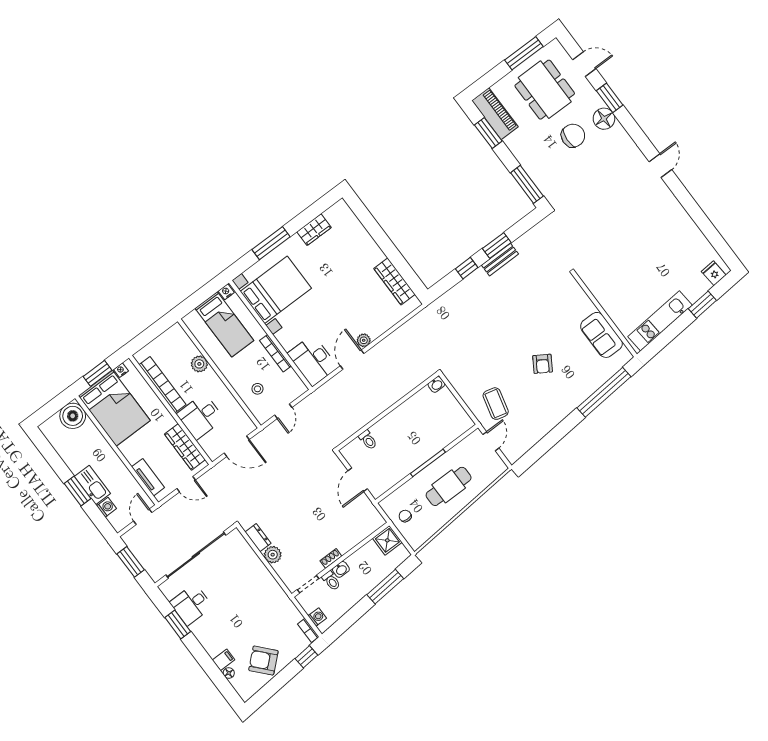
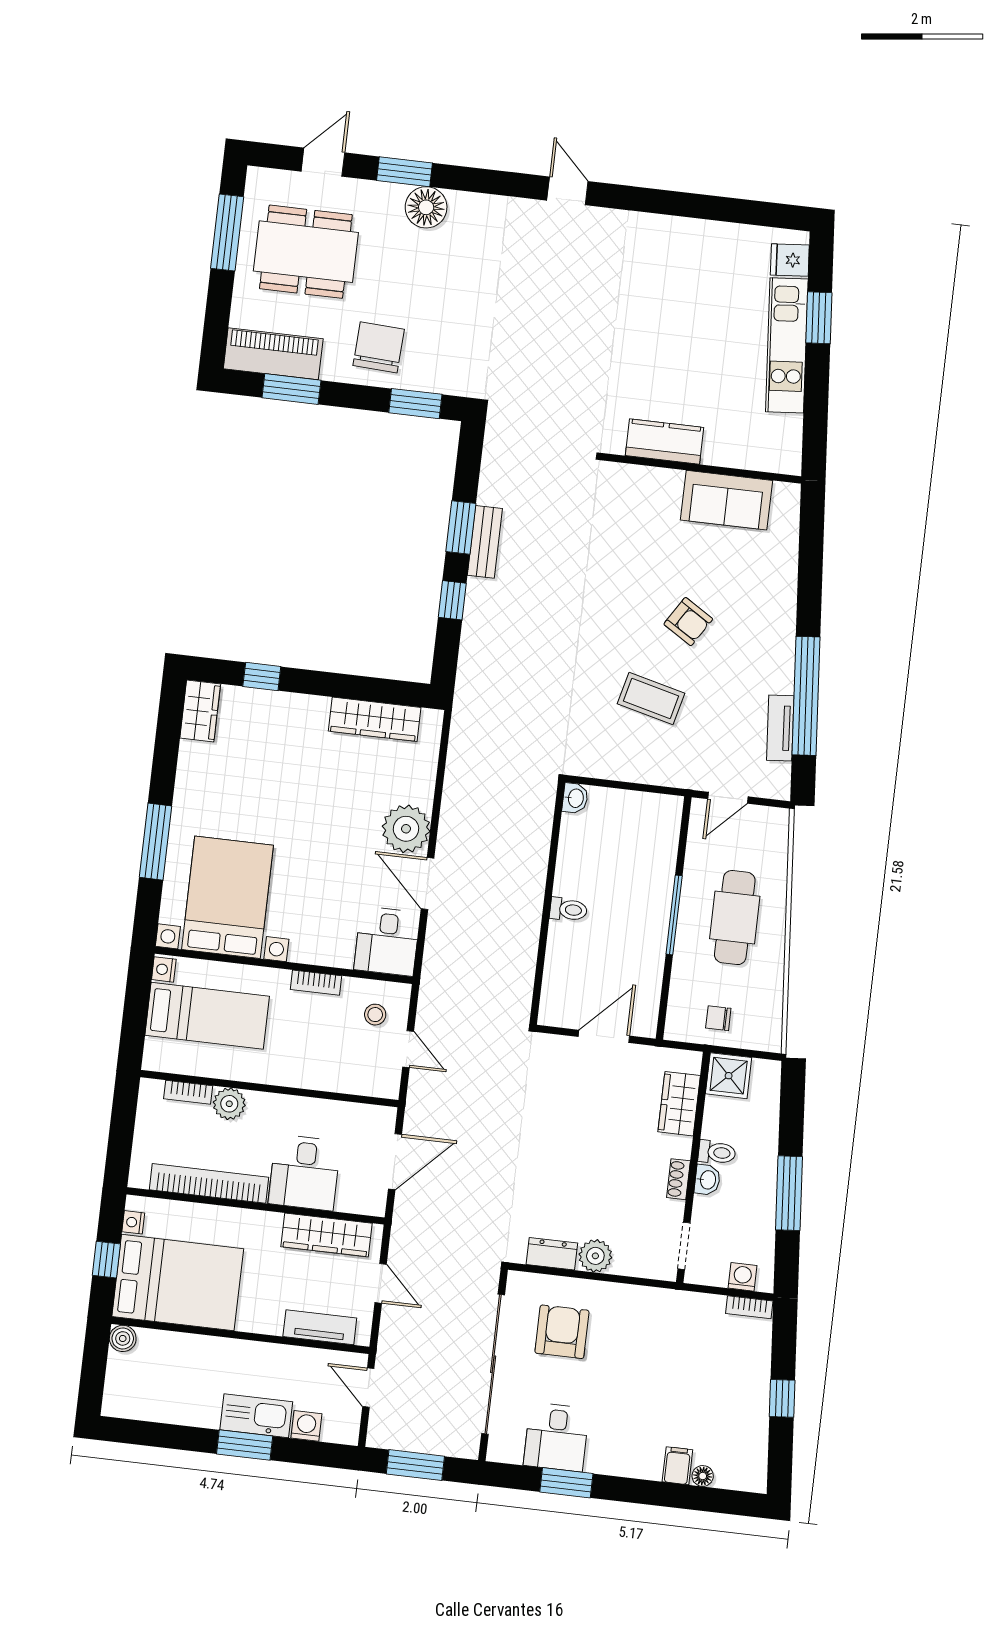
chair: (573, 136) -> (379, 347), moved
window: (527, 184) -> (415, 404), width x0.69
window: (370, 224) -> (262, 676), added
wardrobe: (314, 230) -> (200, 711), moved
kitchen counter: (601, 291) -> (664, 442), added
kitchen unit: (660, 321) -> (787, 345), moved
plant: (364, 340) -> (406, 829), width x1.88, depth x1.88
bookcase: (189, 344) -> (188, 1092), added
bookcase: (275, 353) -> (316, 983), width x0.64
desk: (313, 360) -> (387, 941), width x0.73
window: (97, 373) -> (106, 1260), width x0.67
stool: (257, 389) -> (375, 1015), moved
window: (604, 392) -> (806, 696), moved
coffee table: (496, 404) -> (651, 699), moved
boiler: (73, 416) -> (123, 1338), width x0.54, depth x0.54
tv unit: (536, 436) -> (780, 728), added
toilet: (368, 440) -> (568, 910), moved
door: (491, 441) -> (728, 798), swing flipped
door: (358, 480) -> (604, 1036), swing flipped
door: (186, 484) -> (381, 1283), hinge flipped
wardrobe: (359, 532) -> (679, 1104), added
toilet: (331, 581) -> (717, 1152), moved
window: (385, 587) -> (789, 1193), moved
window: (306, 657) -> (782, 1398), moved
armchair: (263, 661) -> (562, 1332), moved, turned 132

